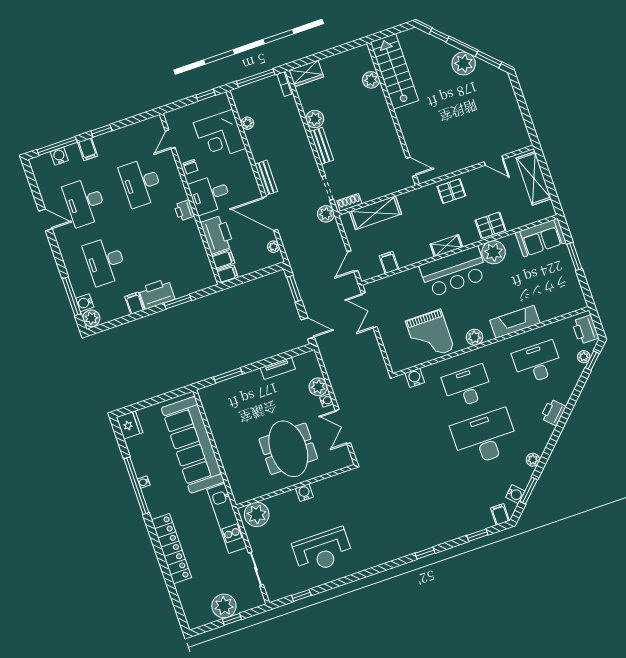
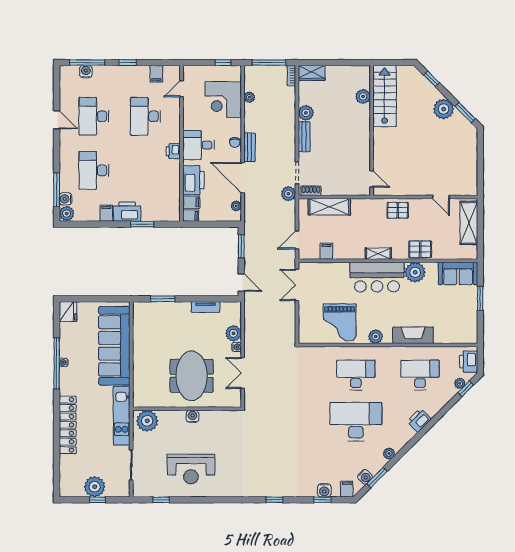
filing cabinet: (88, 149) -> (156, 74), moved
chair: (191, 167) -> (235, 142), moved
water cooler: (415, 378) -> (324, 490), moved, turned 180

